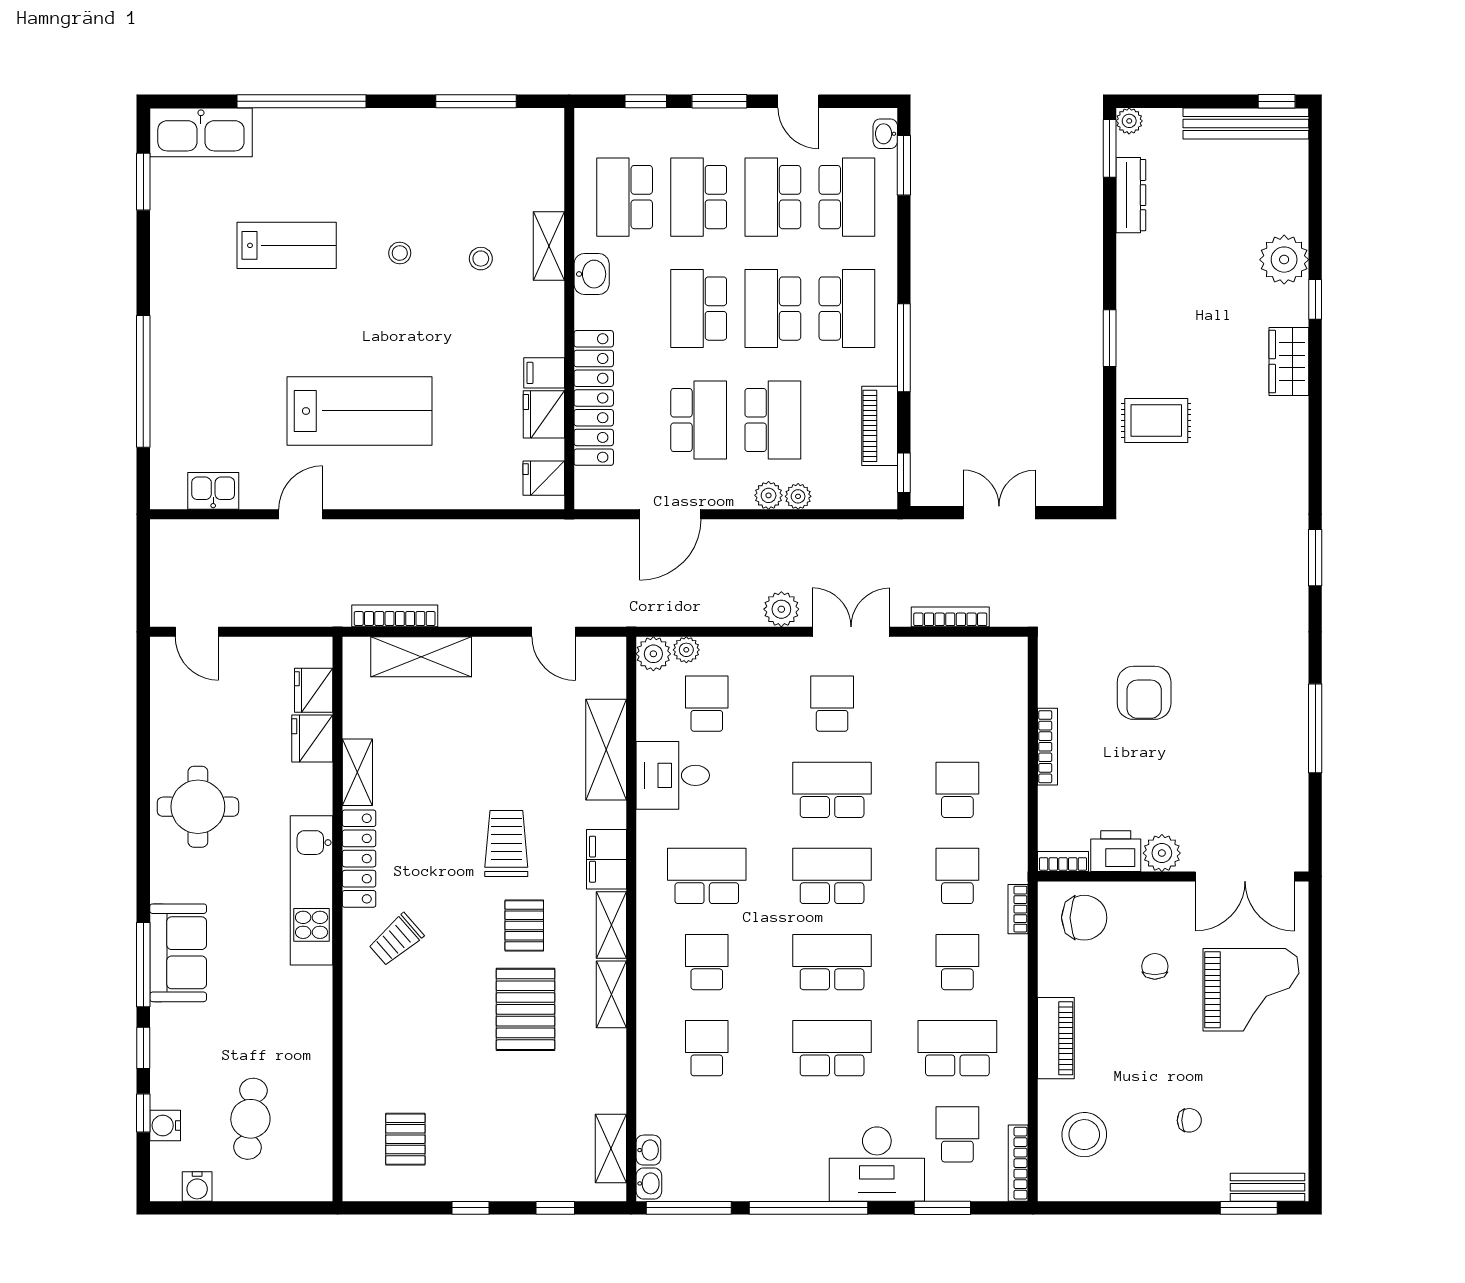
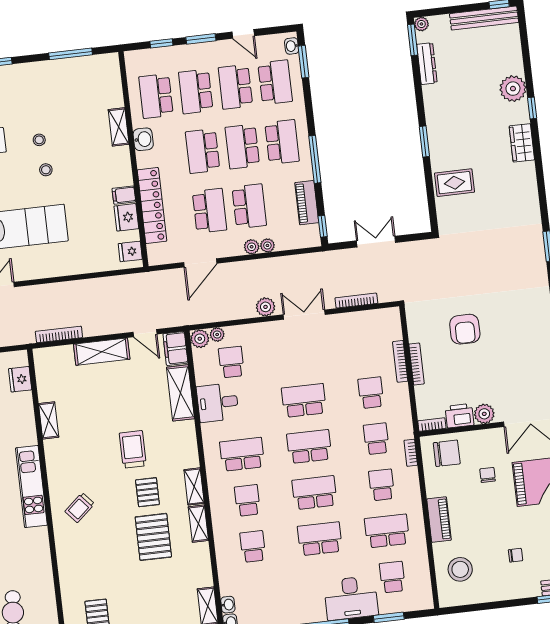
stool: (481, 259) -> (46, 170), moved
shelving: (421, 657) -> (102, 352), moved
school desk: (832, 704) -> (298, 354), removed
fridge: (312, 739) -> (22, 405), removed
locker: (359, 859) -> (55, 467), removed
filing cabinet: (606, 859) -> (175, 348), moved
bookcase: (1018, 1163) -> (400, 361), moved

